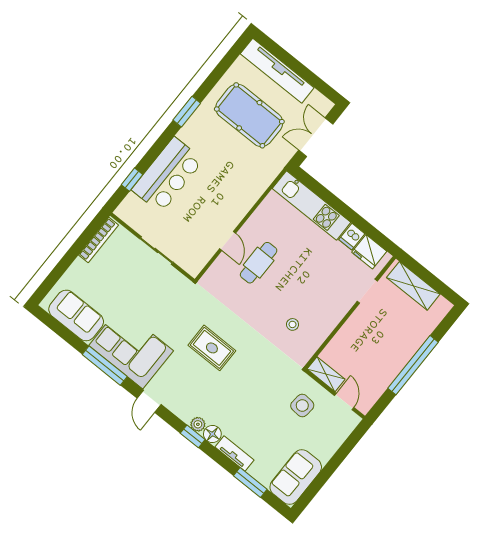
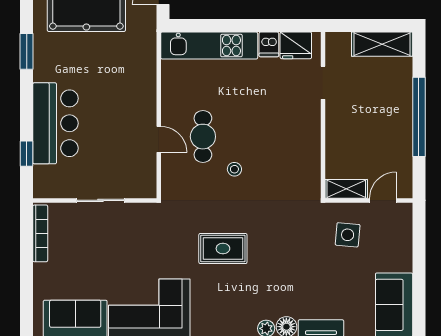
shelving: (413, 286) -> (382, 44), moved
stool: (293, 324) -> (234, 169), moved
door: (344, 402) -> (383, 200), hinge flipped

